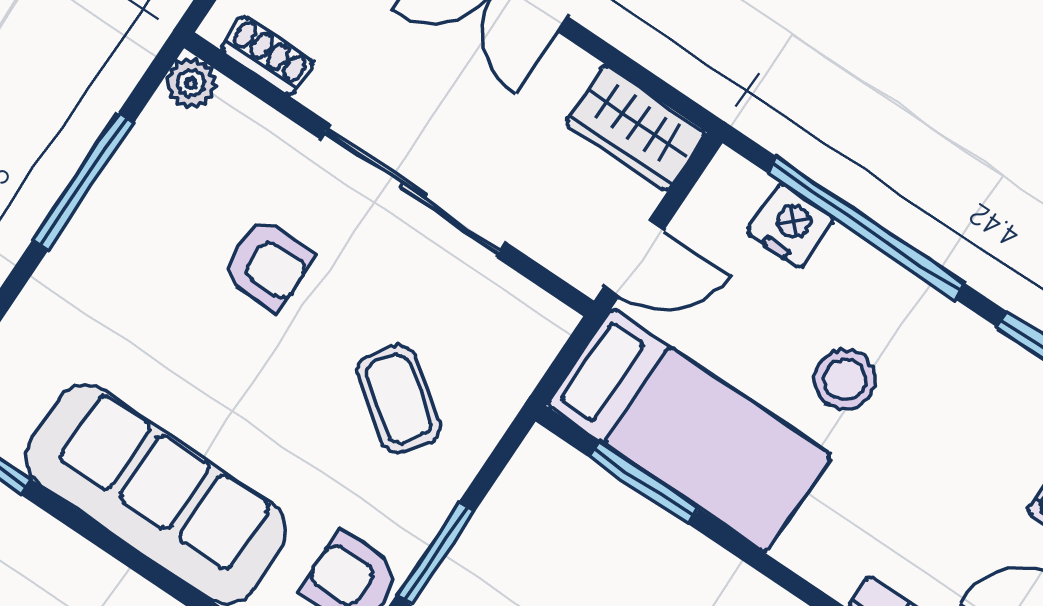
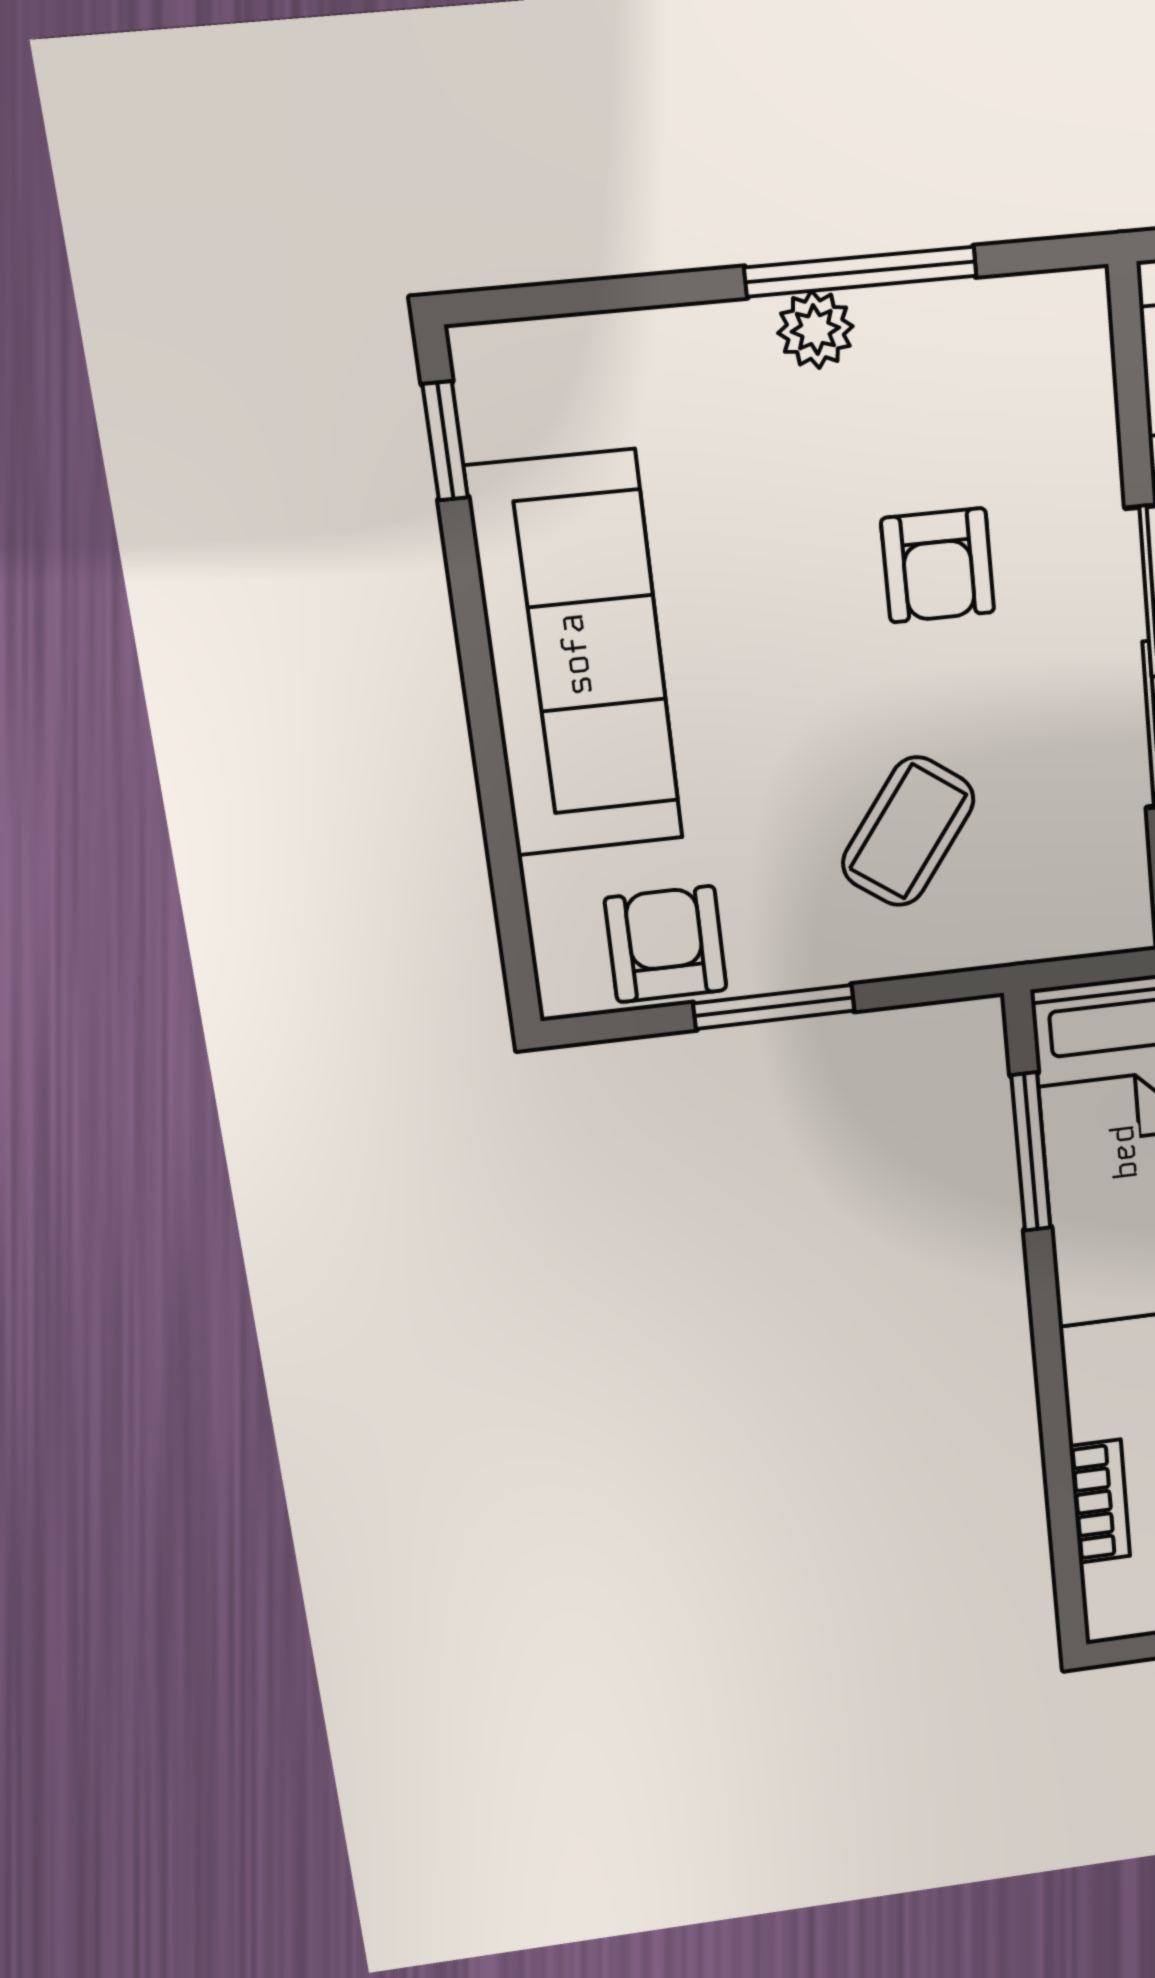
plant: (191, 83) -> (815, 330), moved

